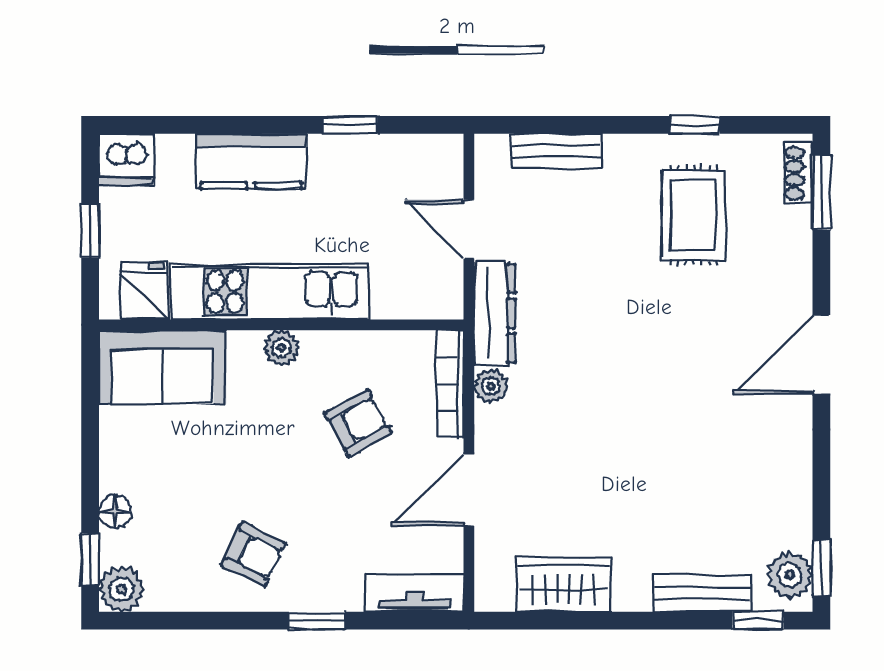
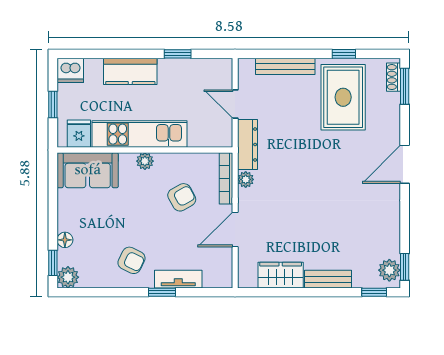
bench: (557, 151) -> (285, 66), width x1.36
rug: (694, 215) -> (343, 97), width x1.36, depth x1.43
tv unit: (415, 593) -> (178, 279), moved
bench: (703, 593) -> (328, 279), moved

